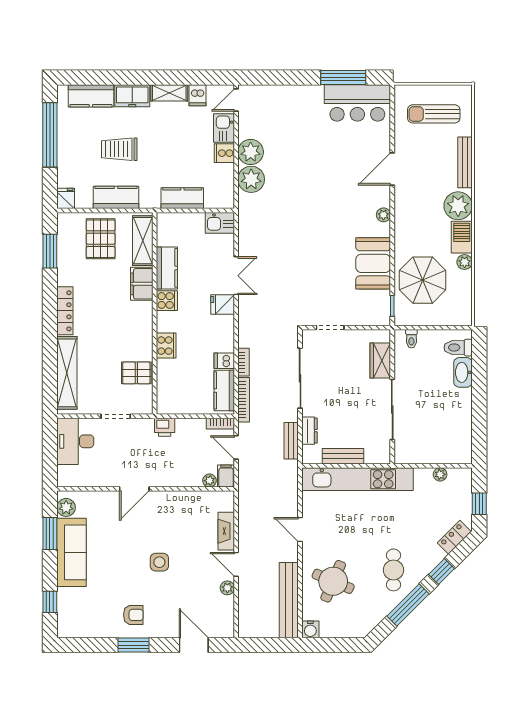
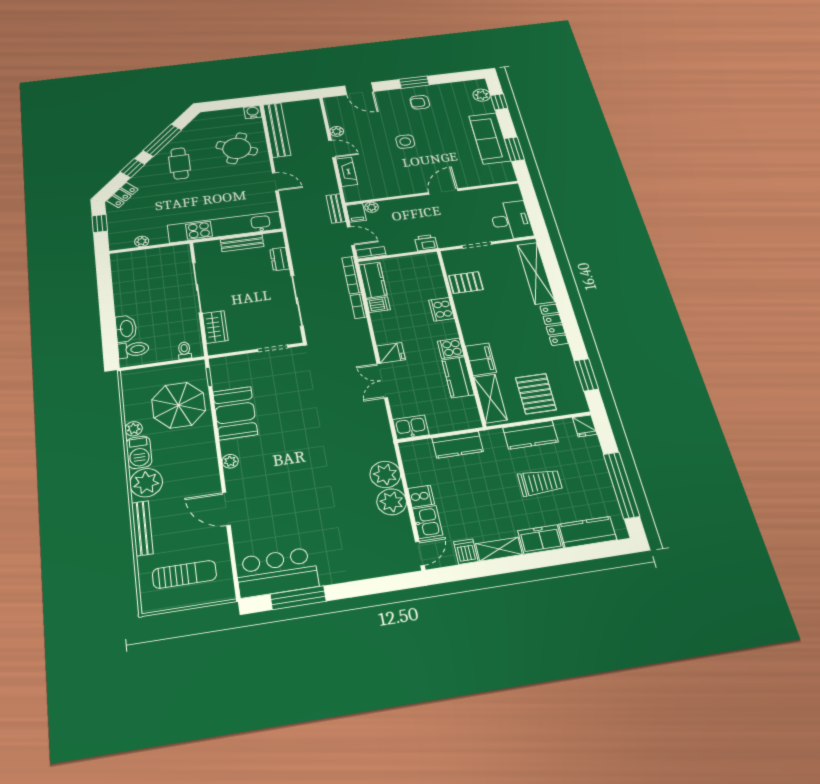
door: (392, 169) -> (226, 509), swing flipped
bench: (291, 441) -> (336, 208), moved
plant: (66, 507) -> (482, 95), moved

